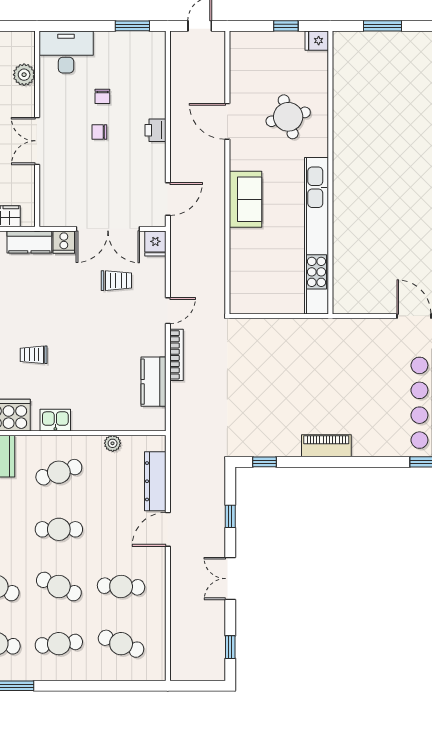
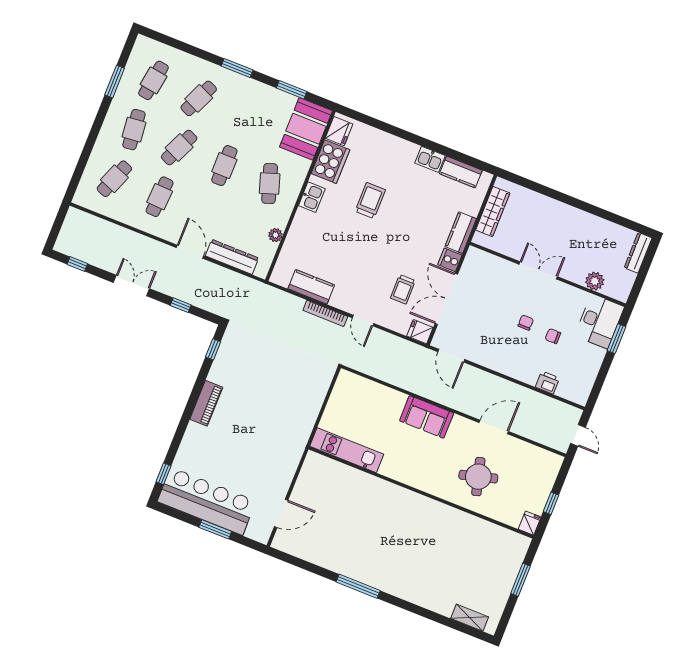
window: (132, 26) -> (617, 339), moved
printer: (155, 130) -> (547, 383), moved
kitchen unit: (316, 236) -> (347, 450), width x0.54
trolley: (34, 355) -> (370, 201), width x1.36, depth x1.39

